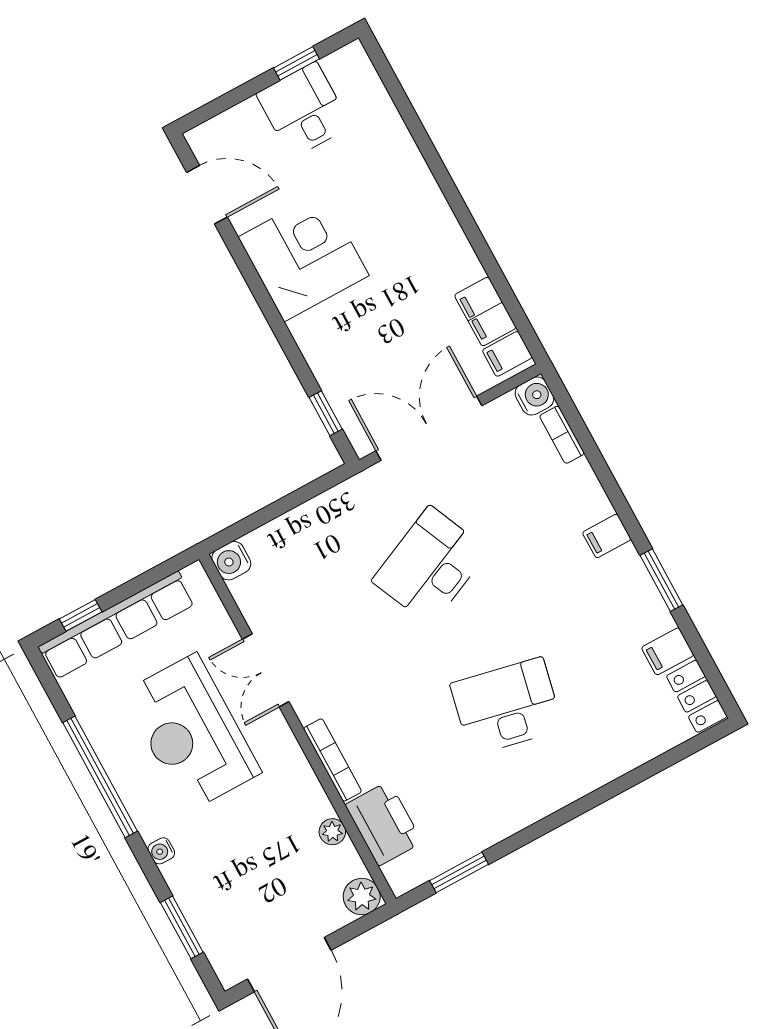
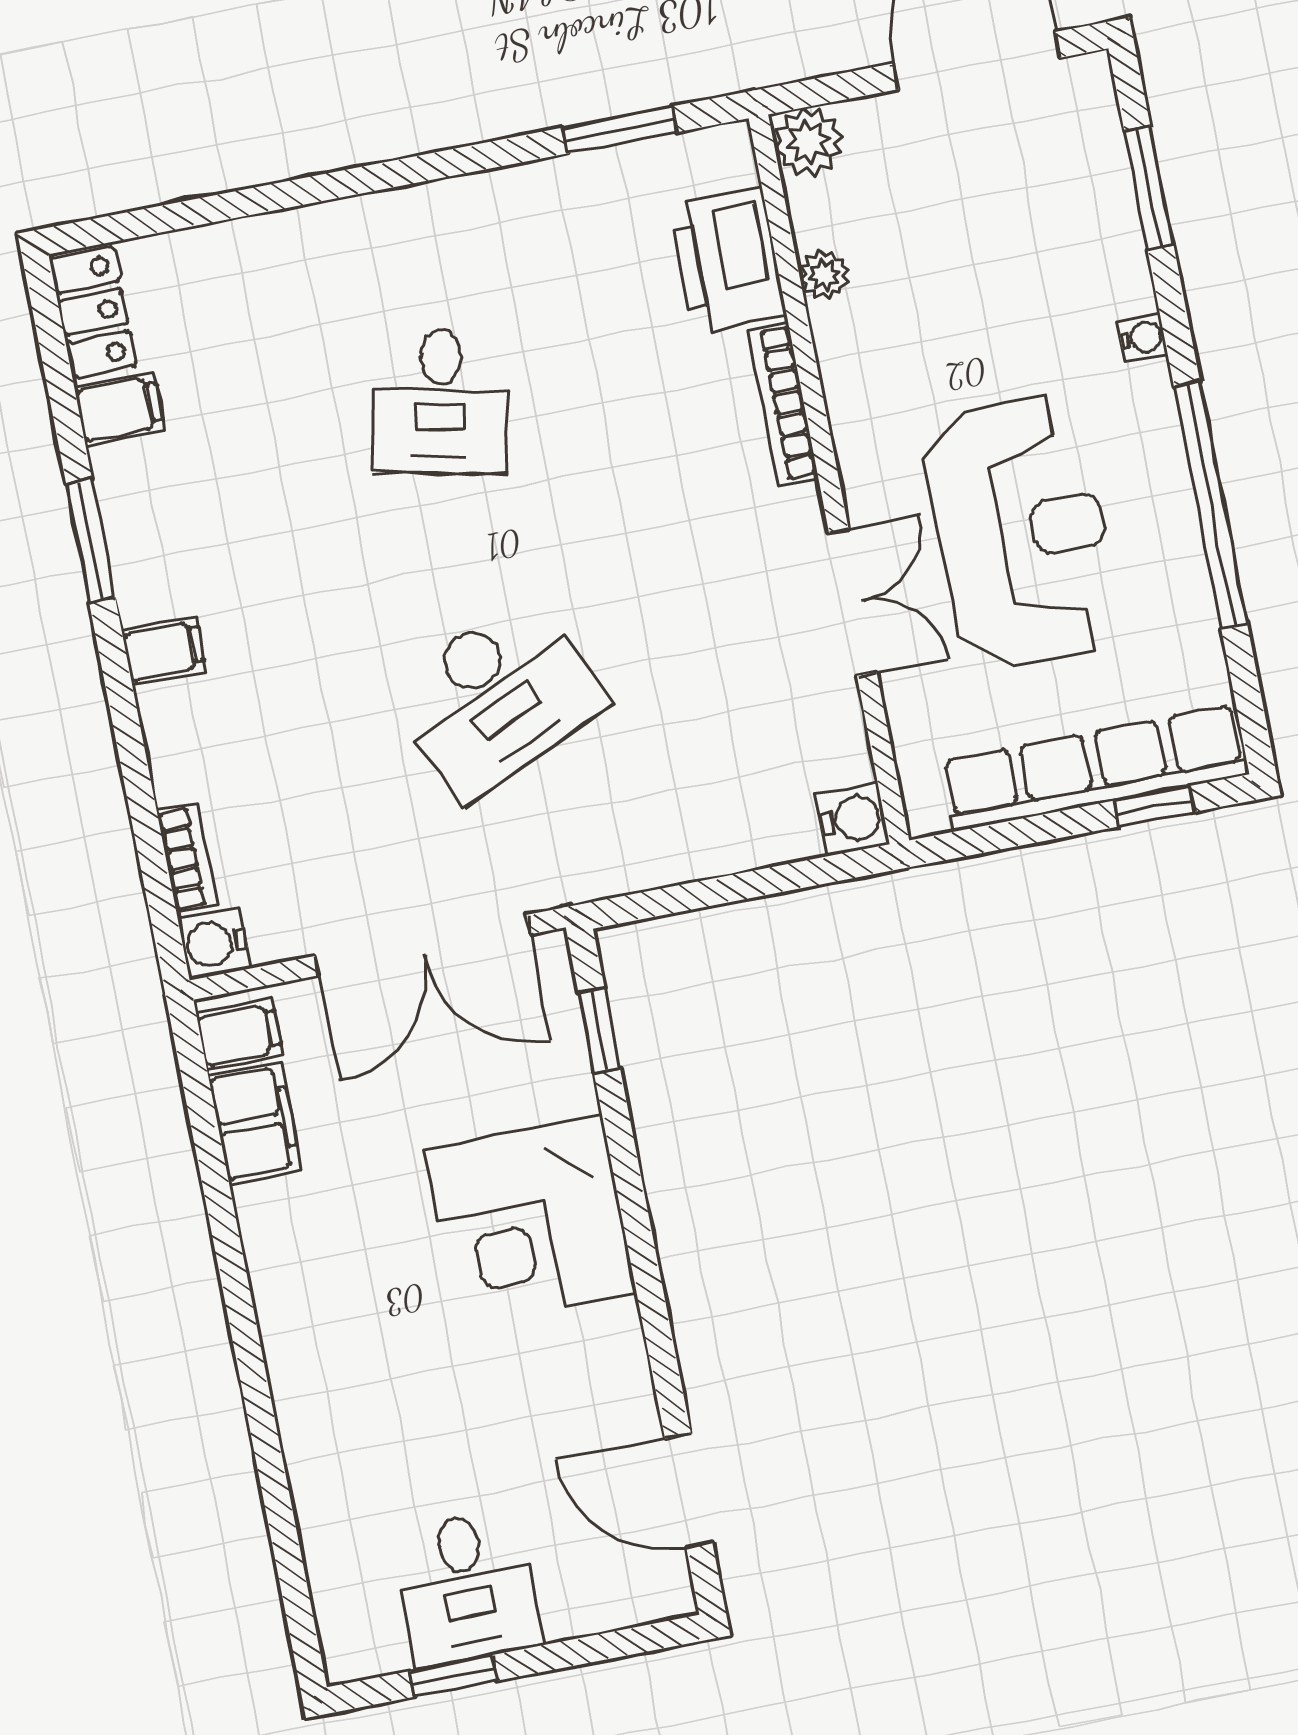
corner desk: (304, 256) -> (530, 1221), moved
desk: (507, 706) -> (440, 401), width x0.73

